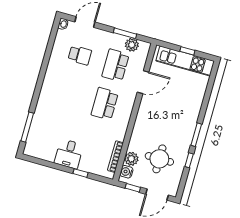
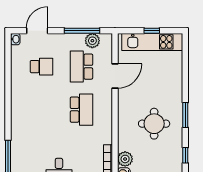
window: (125, 33) -> (82, 31), width x1.44
school desk: (105, 104) -> (81, 110), turned 180
round table: (159, 159) -> (154, 124), moved
window: (189, 160) -> (185, 155), moved

